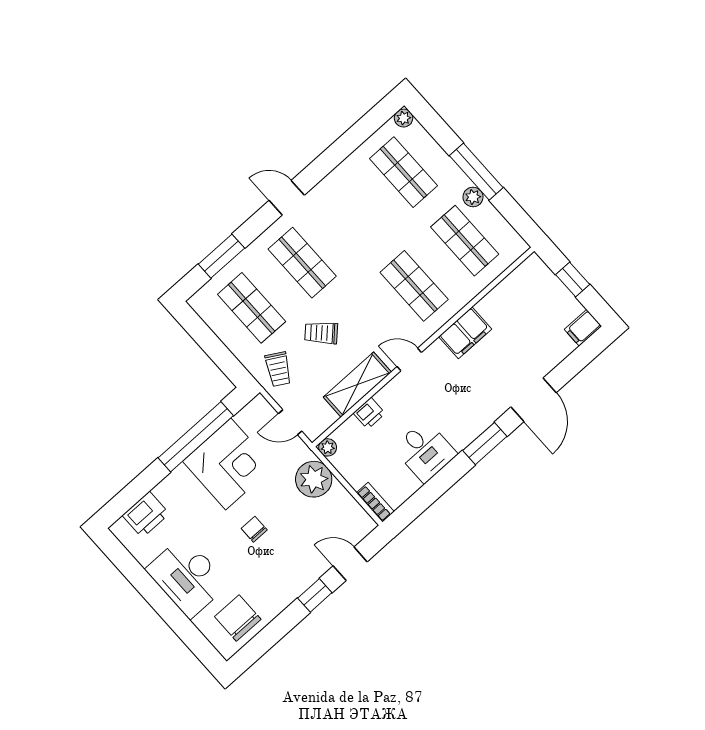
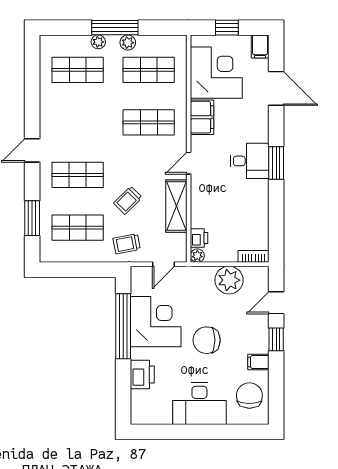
plant: (404, 118) -> (98, 42), moved
corner desk: (520, 308) -> (216, 73), added
trolley: (278, 369) -> (127, 244), turned 139
door: (534, 400) -> (276, 88), moved
printer: (369, 413) -> (199, 238), moved
desk: (425, 451) -> (250, 161), moved
plant: (314, 479) -> (229, 280), moved
printer: (146, 515) -> (142, 375), moved
chair: (254, 529) -> (207, 340), width x1.87, depth x1.87
filing cabinet: (278, 598) -> (258, 362), added
chair: (238, 618) -> (249, 396), turned 90

